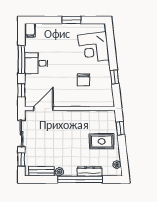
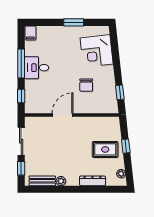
window: (115, 77) -> (120, 92), moved
door: (43, 109) -> (63, 115), moved
window: (120, 128) -> (126, 146), moved
window: (80, 179) -> (83, 189), removed

